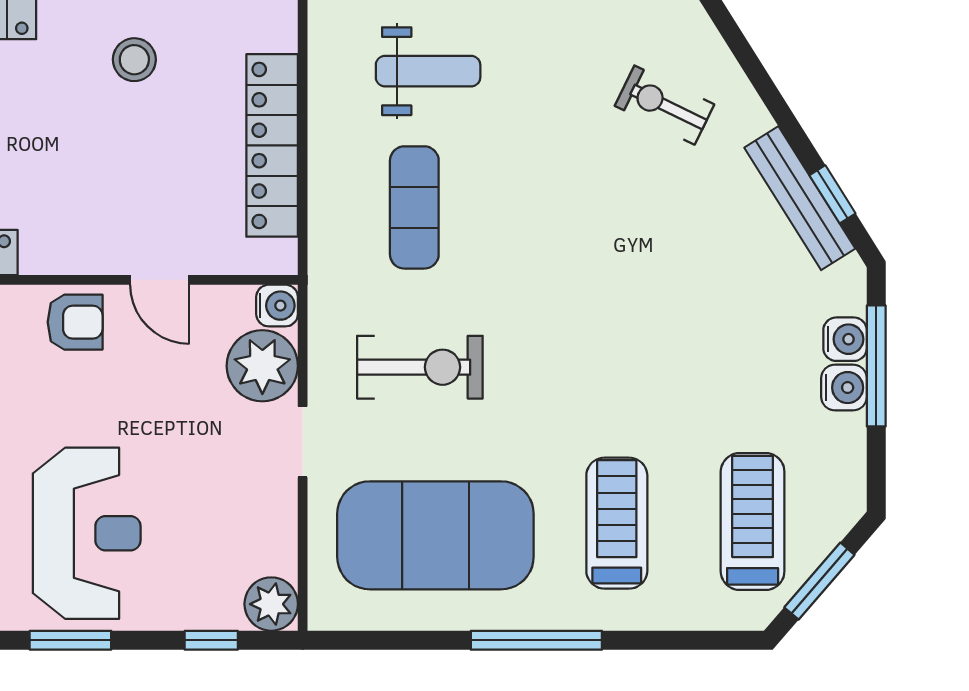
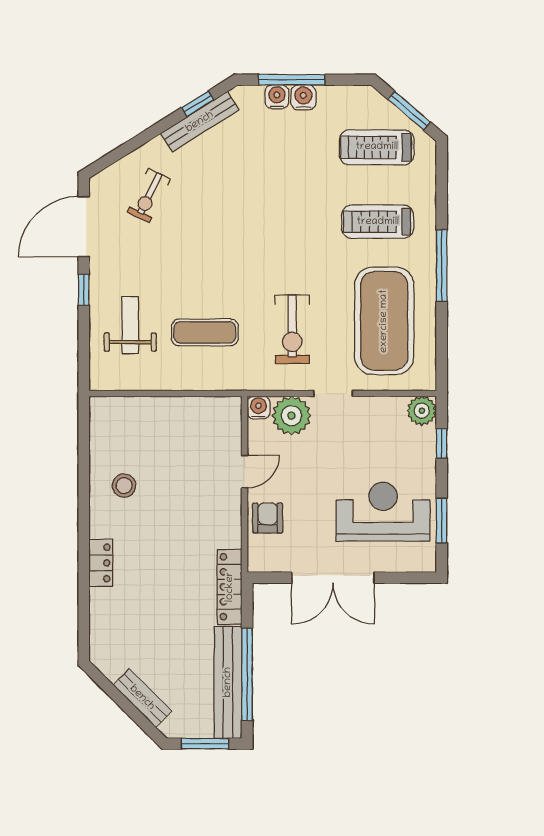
locker: (272, 145) -> (171, 410), removed
exercise bike: (420, 367) -> (292, 329), turned 180

